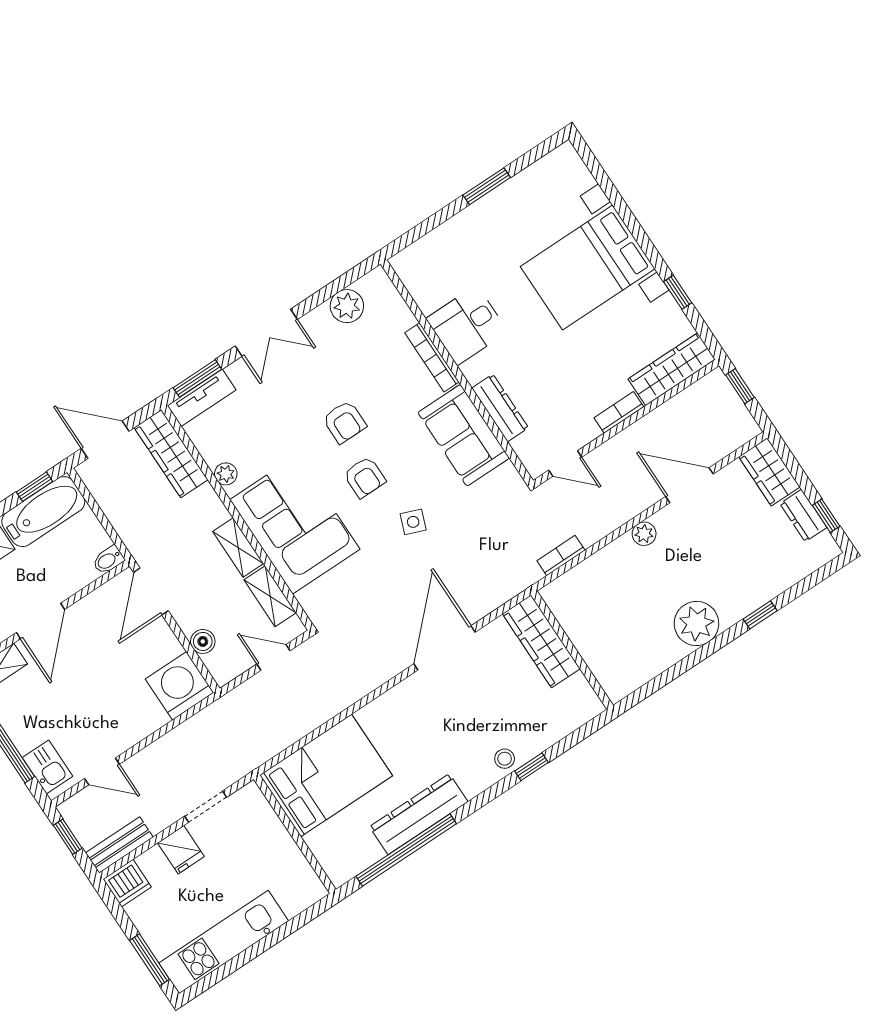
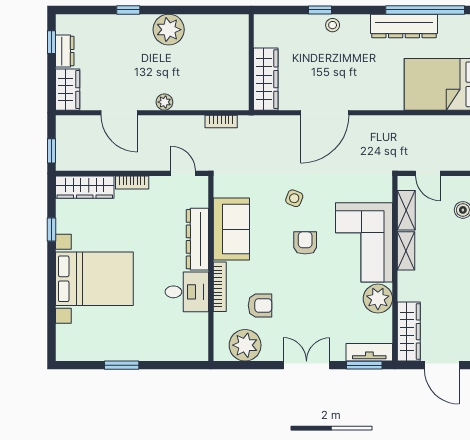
plant: (347, 306) -> (245, 345), width x1.36, depth x1.36
dresser: (500, 408) -> (197, 239), width x1.37, depth x1.24
armchair: (344, 422) -> (260, 305), moved, turned 90
plant: (226, 474) -> (378, 299), width x1.87, depth x1.87

